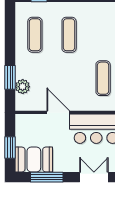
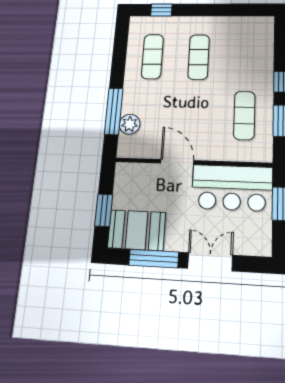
window: (10, 77) -> (114, 111), width x1.44
double door: (94, 177) -> (210, 262), moved

